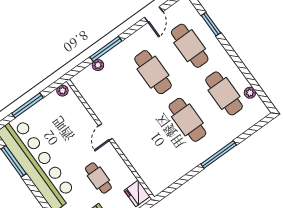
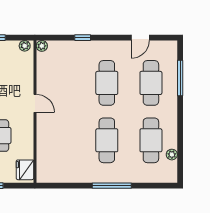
window: (211, 24) -> (180, 78), width x1.44
window: (106, 49) -> (83, 38), width x0.46
plant: (98, 65) -> (42, 46), moved
door: (105, 132) -> (35, 103), swing flipped

